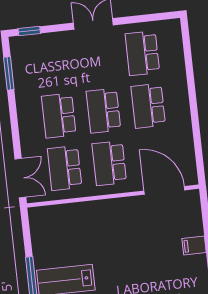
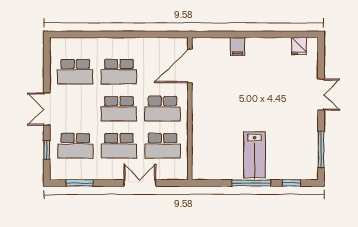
window: (29, 31) -> (47, 150), moved
school desk: (53, 63) -> (75, 146), added
double door: (20, 178) -> (140, 183), moved

